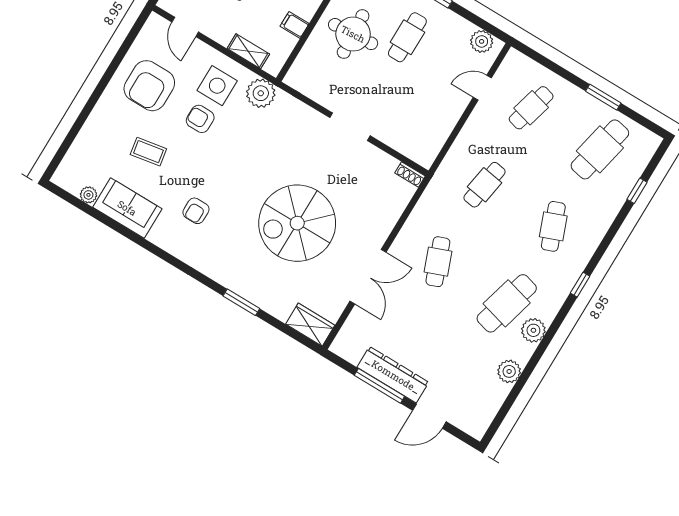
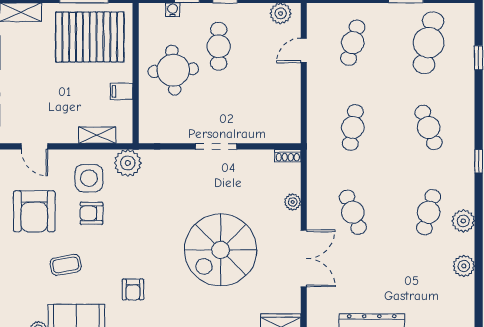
plant: (389, 219) -> (293, 202), added
cafe table: (507, 303) -> (429, 212), width x0.73, depth x0.74

